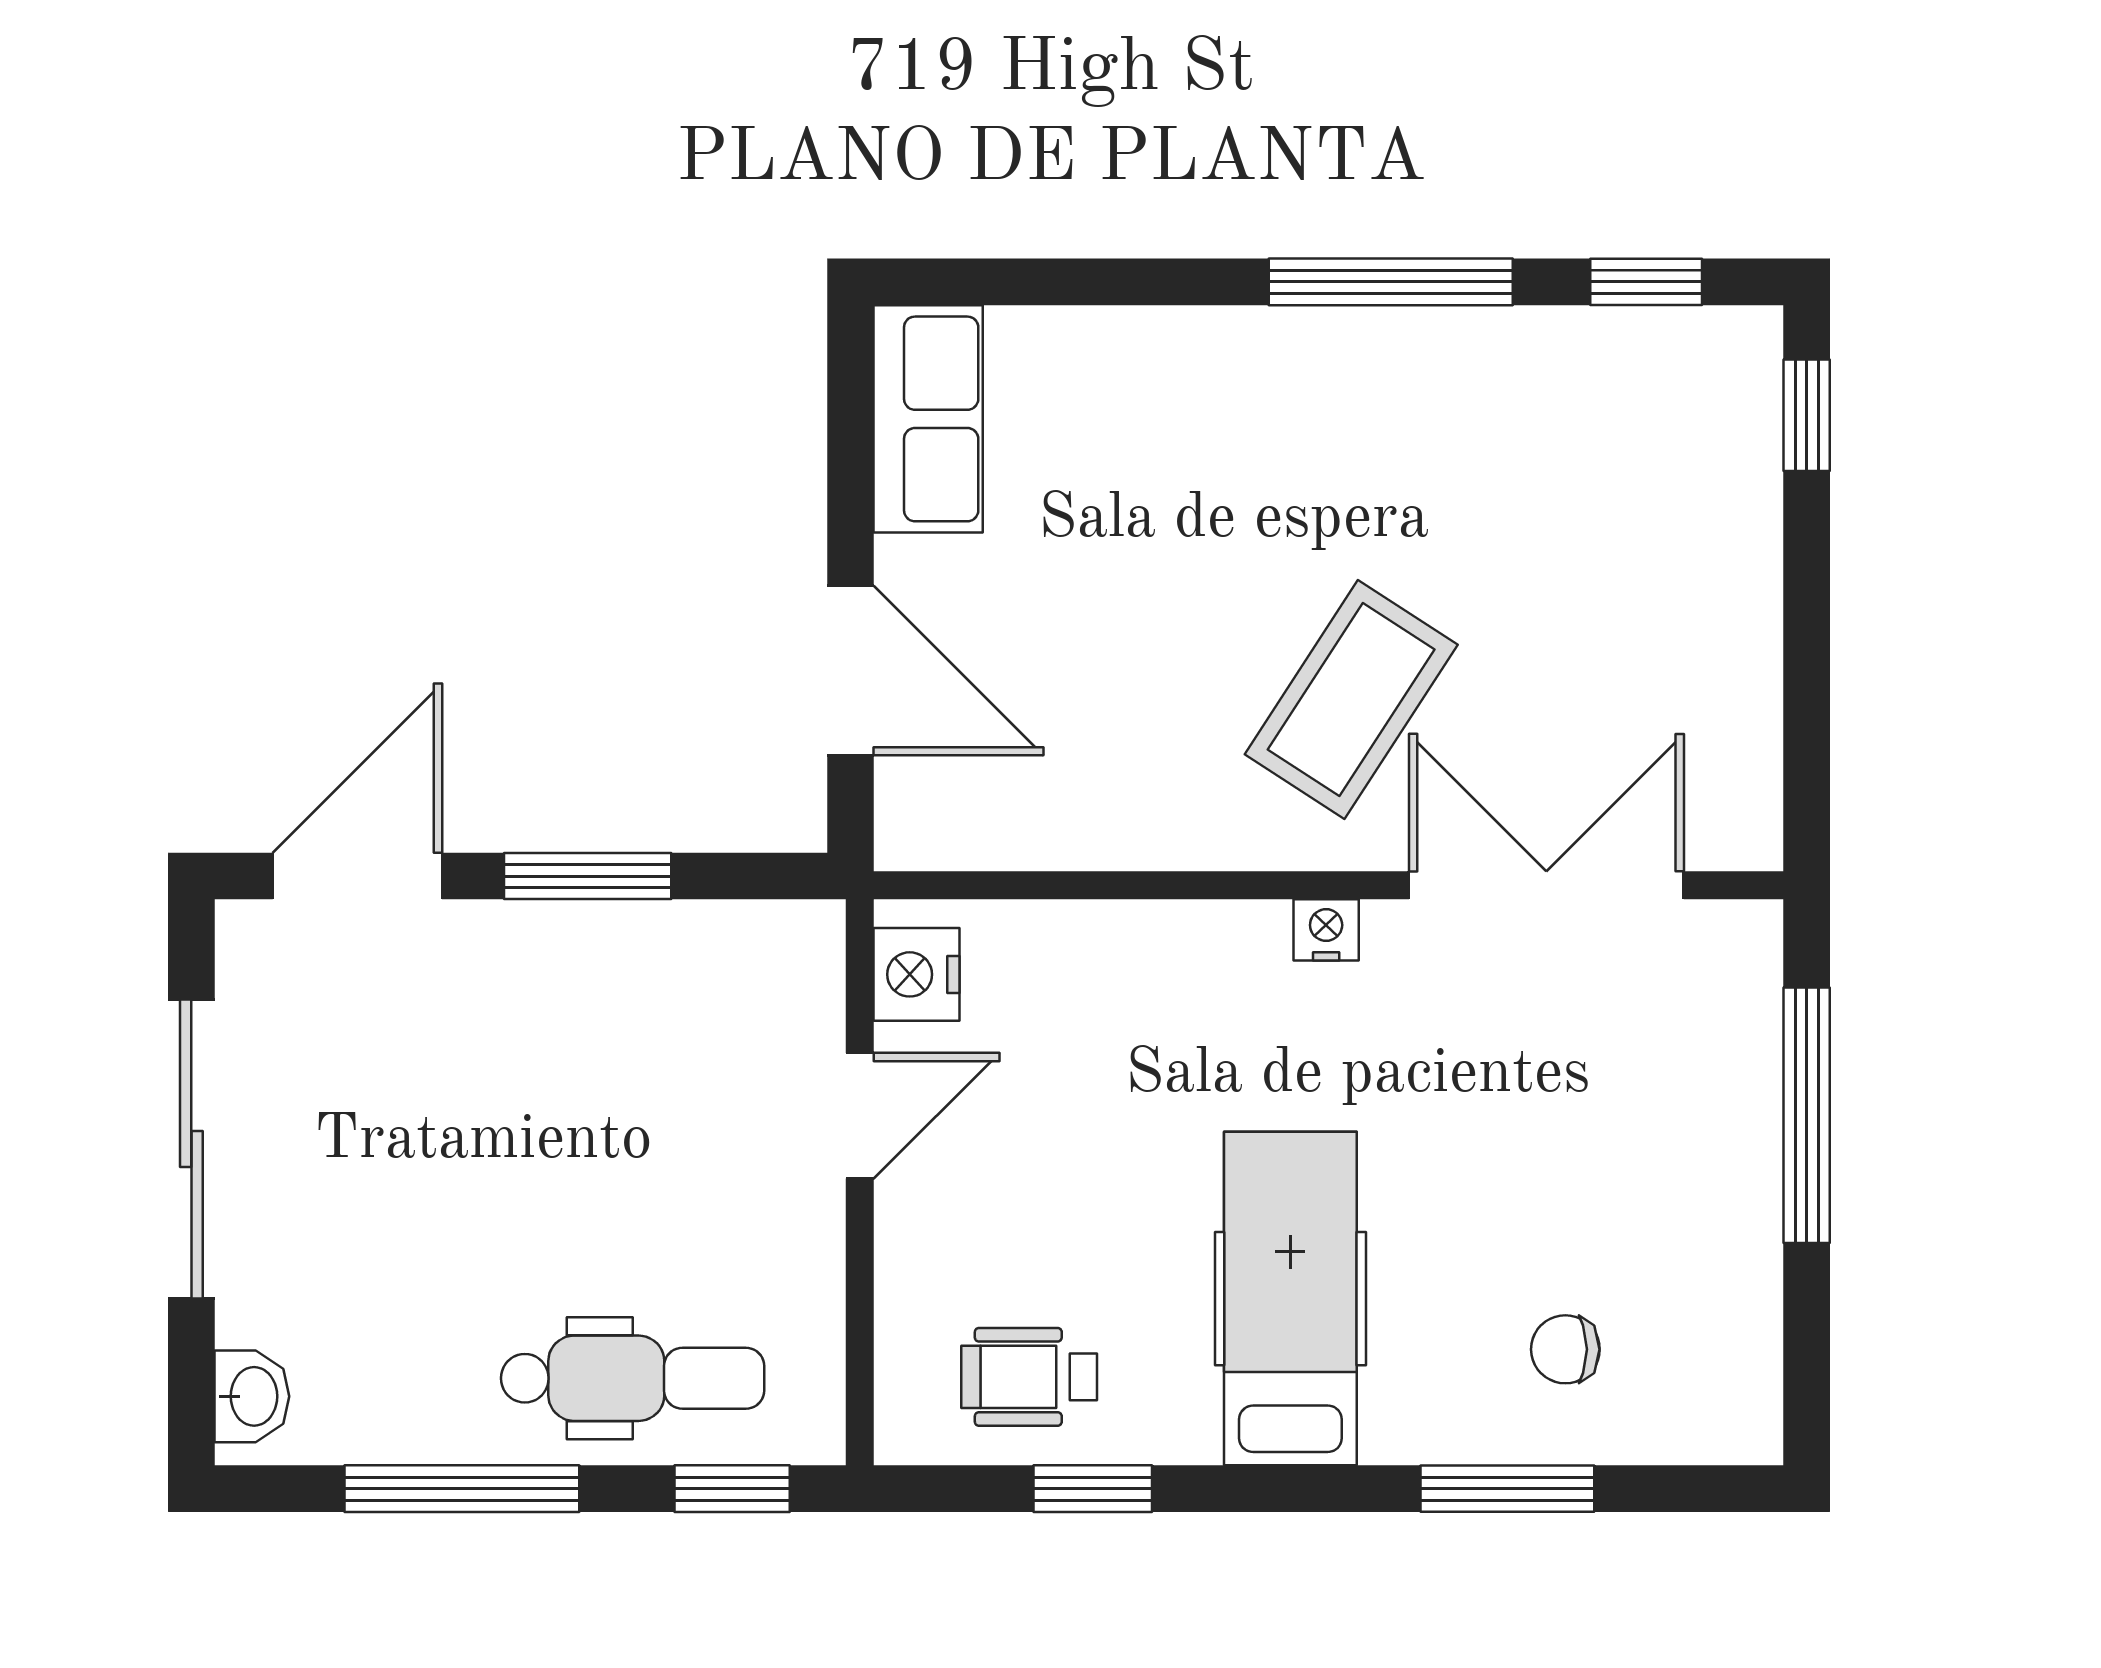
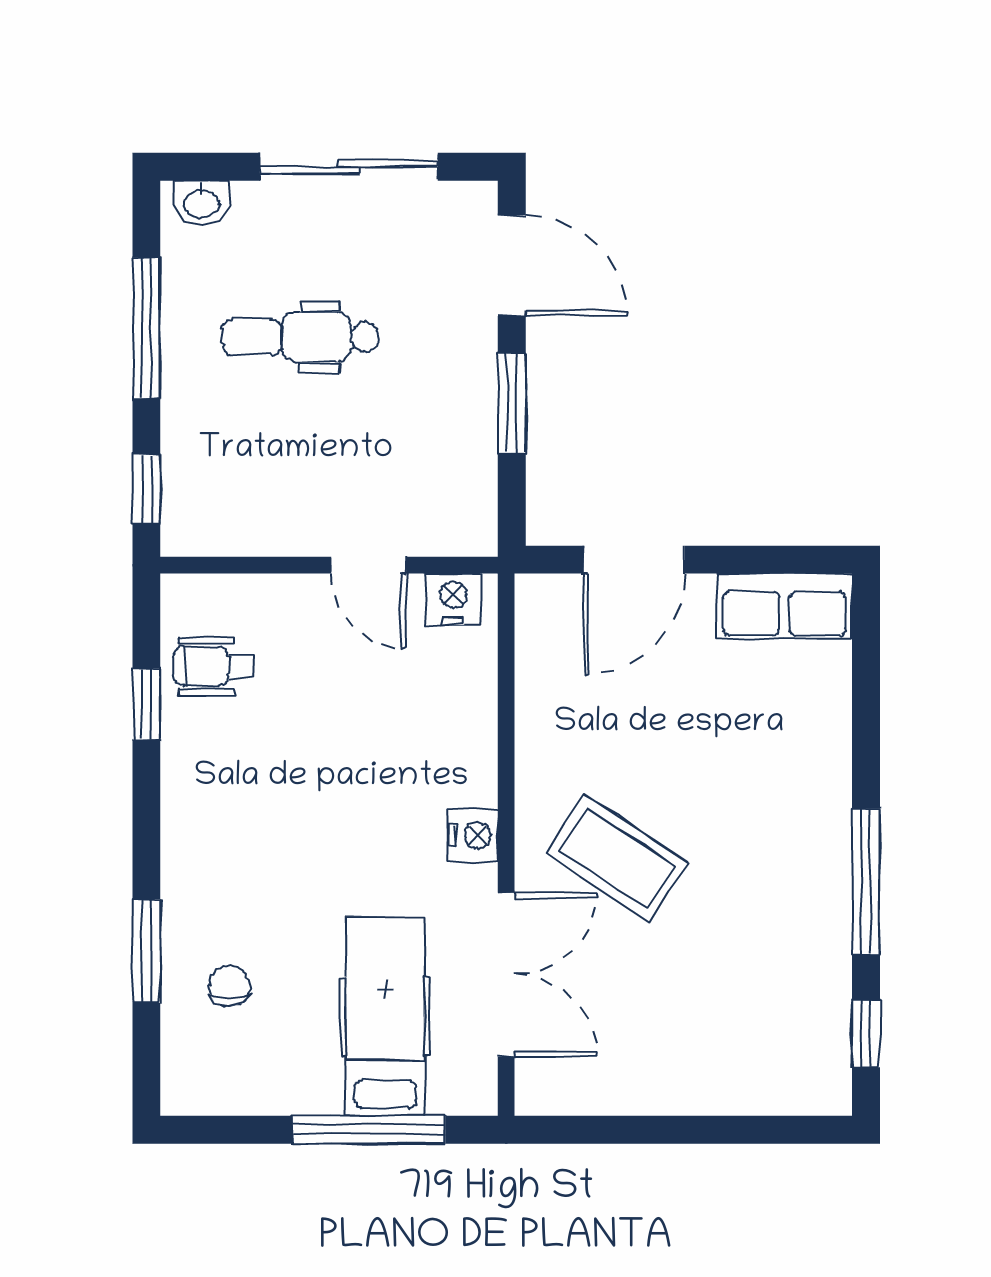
window: (1807, 415) -> (786, 1130), removed
nightstand: (1326, 930) -> (473, 836), width x1.39, depth x1.35
hospital bed: (1290, 1299) -> (385, 1016), moved, turned -90
wheelchair: (1029, 1377) -> (213, 666), turned -90
dental chair: (633, 1378) -> (300, 337), moved, turned 90

